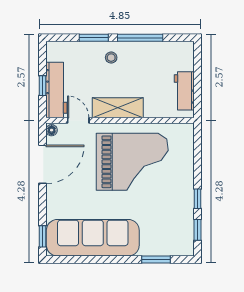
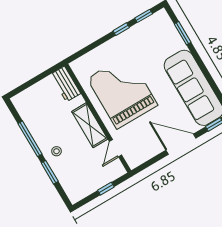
workbench: (56, 90) -> (103, 177), removed
workbench: (184, 91) -> (65, 84), moved, turned 90
floor lamp: (52, 130) -> (134, 163), removed
door: (43, 164) -> (181, 144), moved

